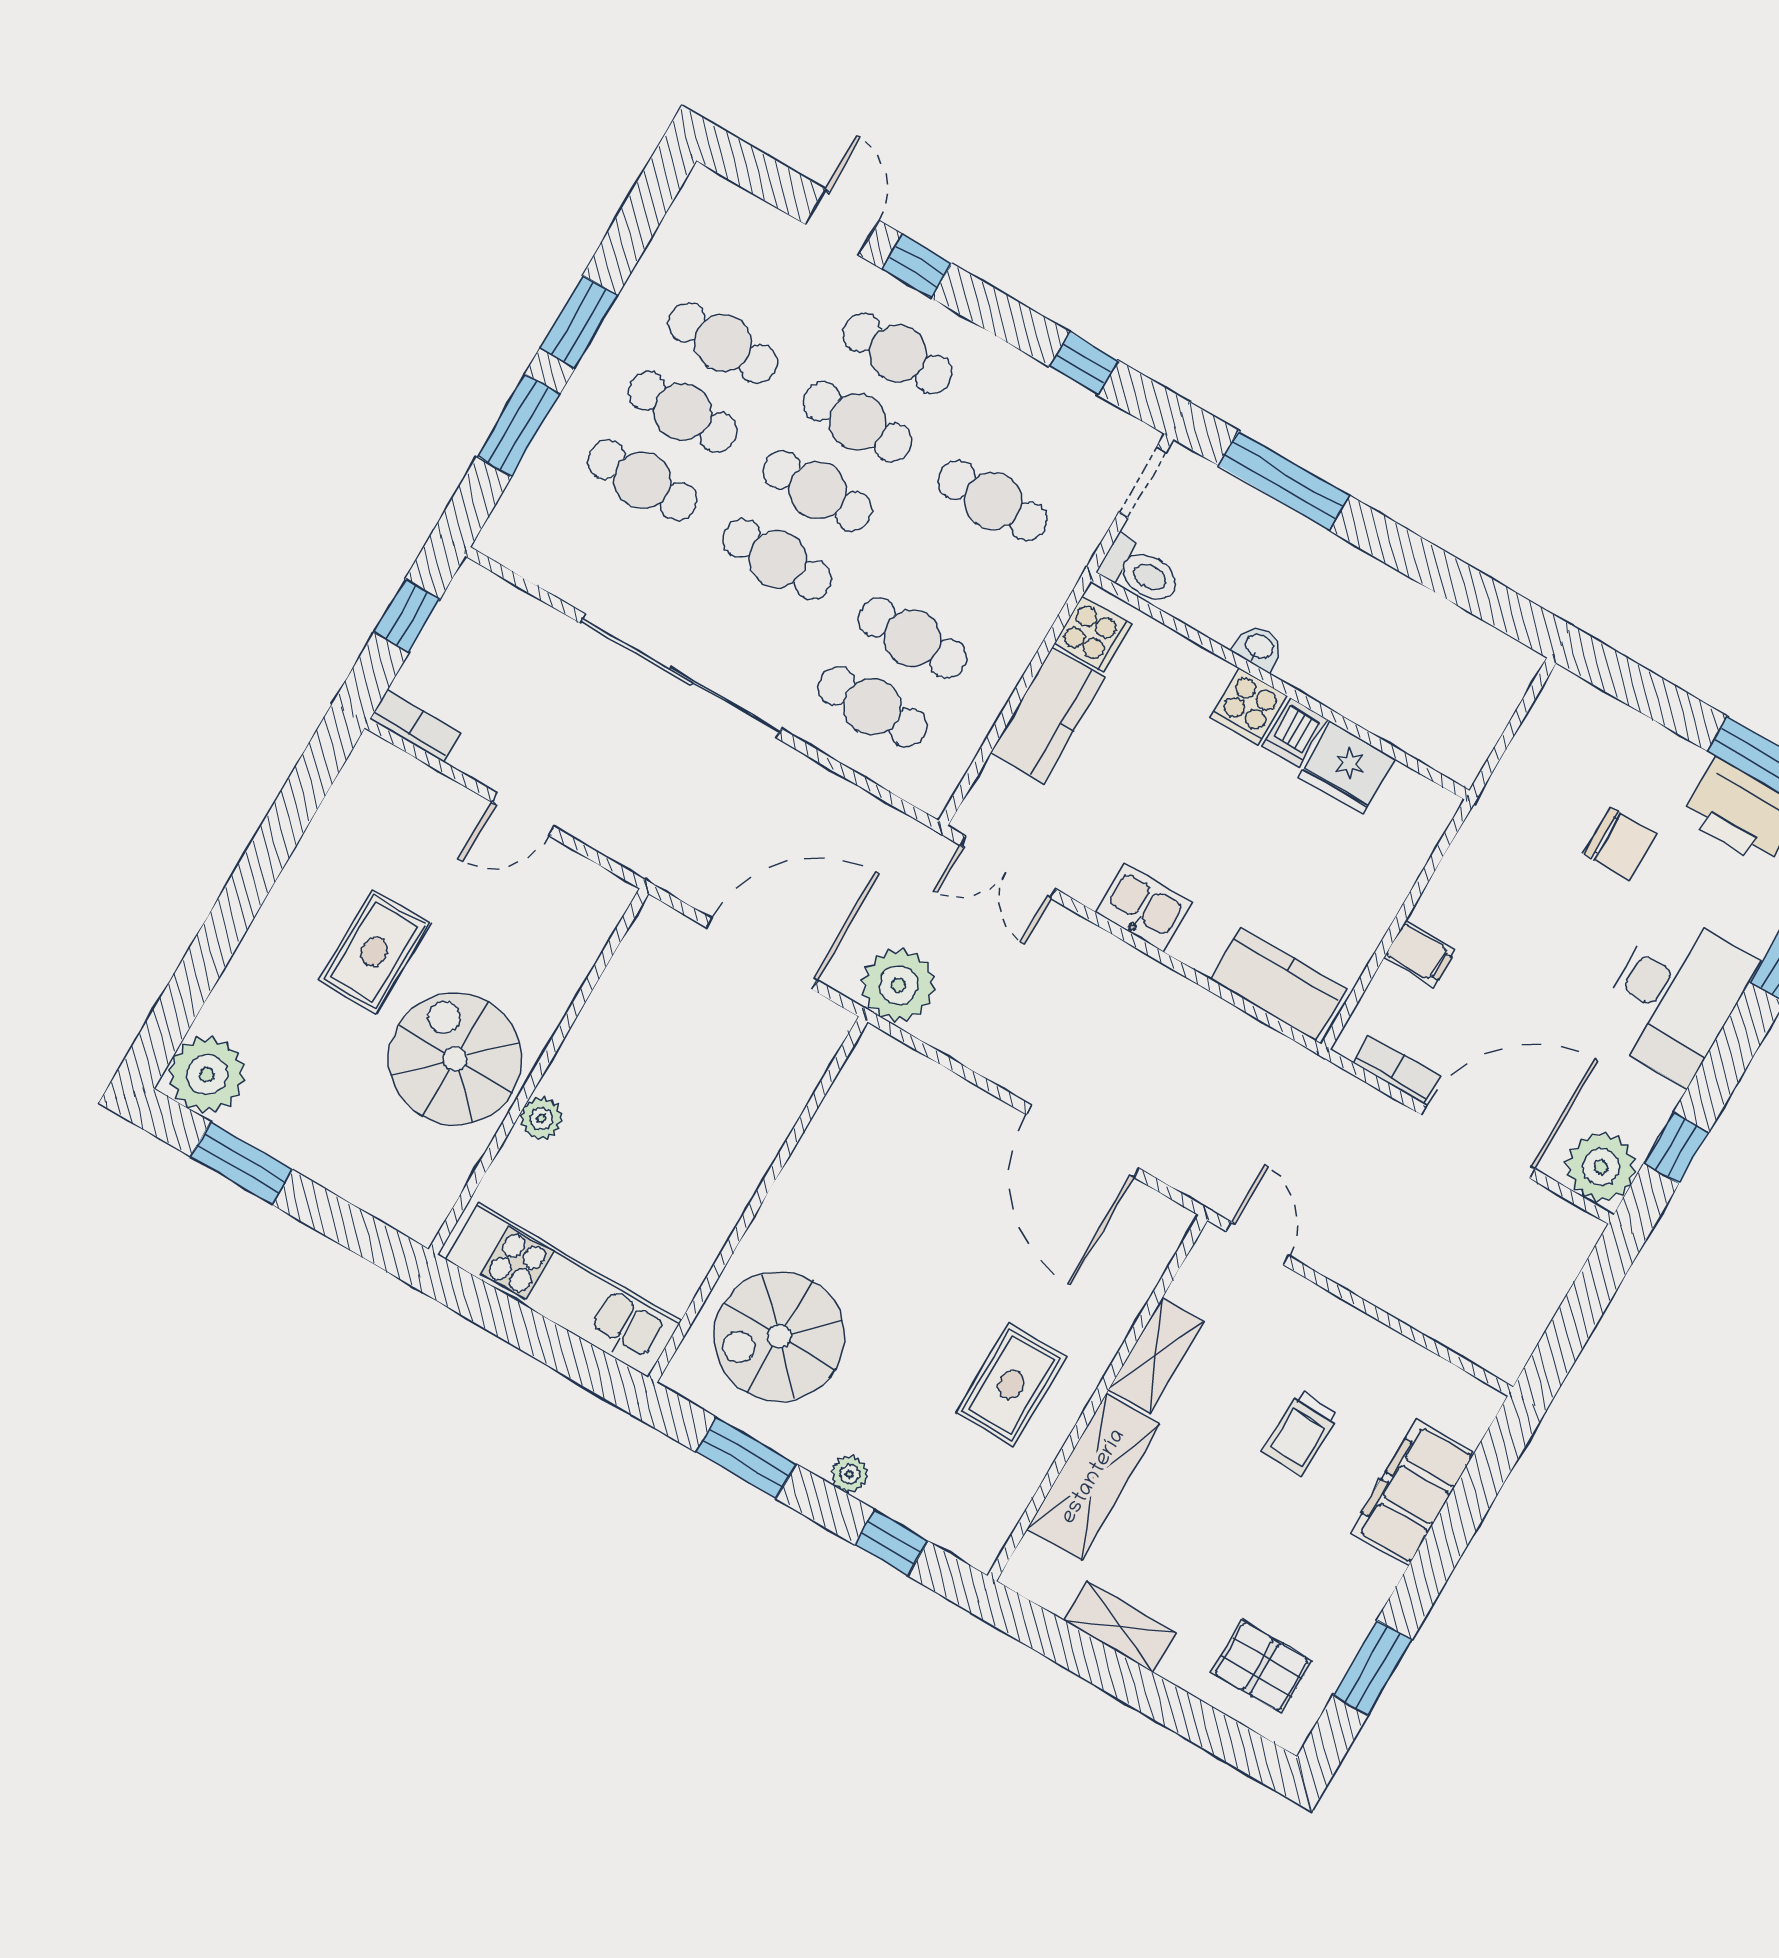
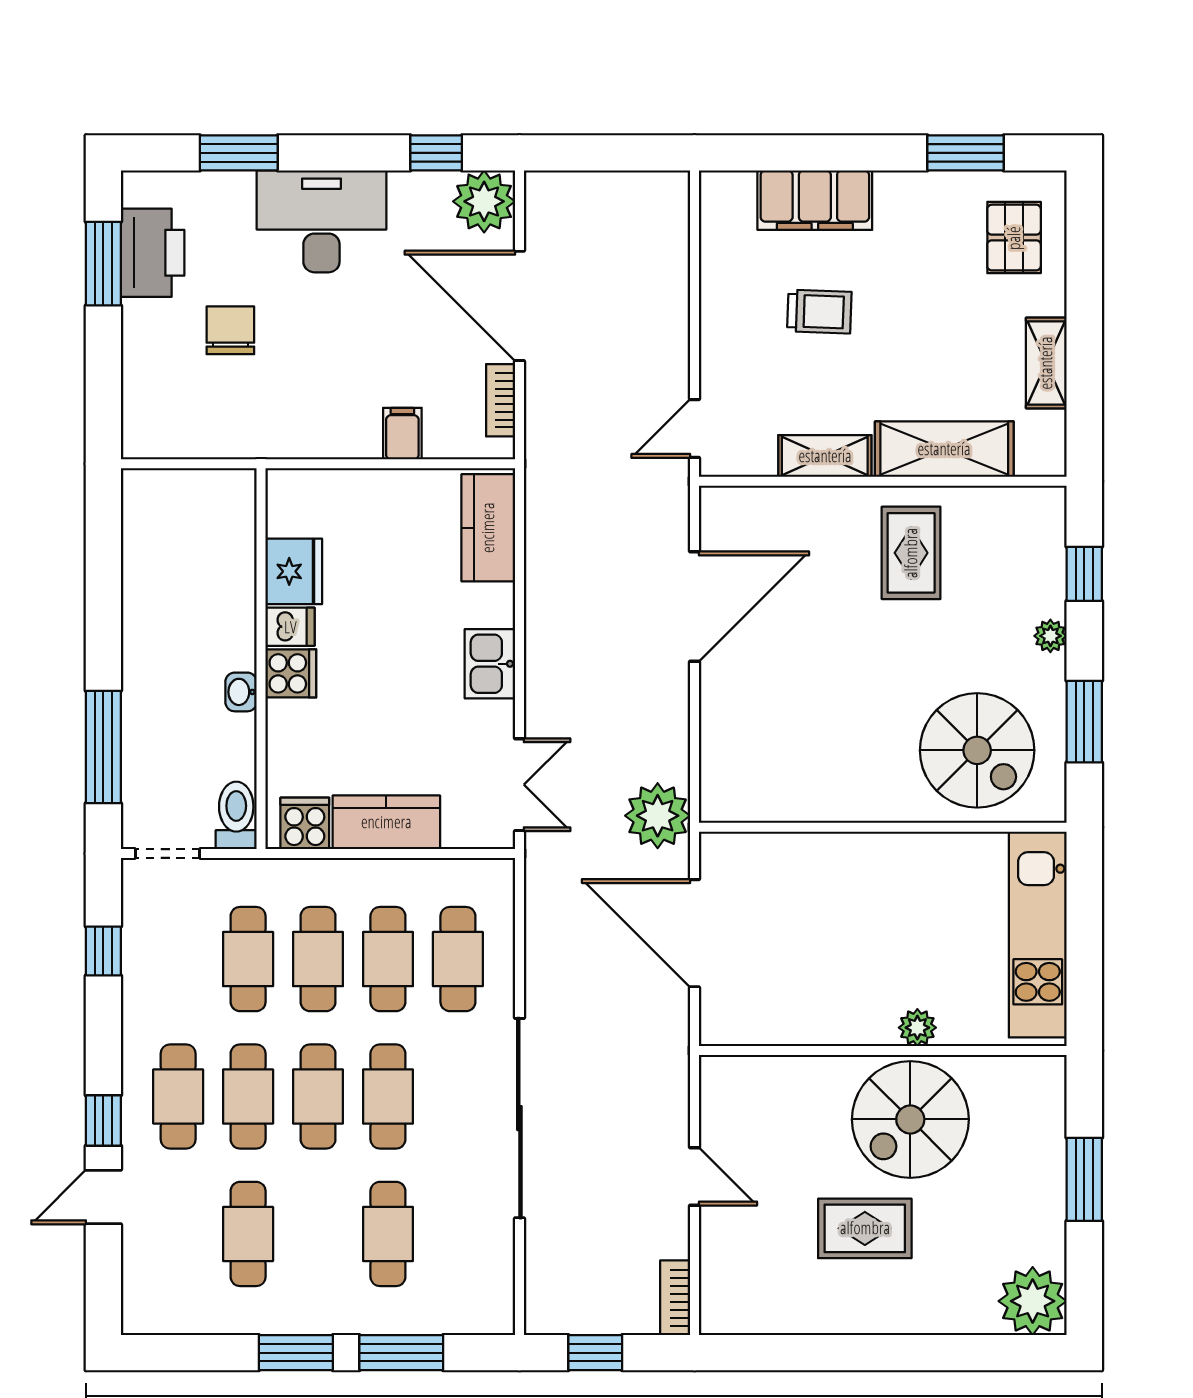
cafe table: (683, 412) -> (318, 959), moved
window: (241, 1163) -> (1084, 1179), moved
rug: (1011, 1385) -> (911, 553), turned 90

